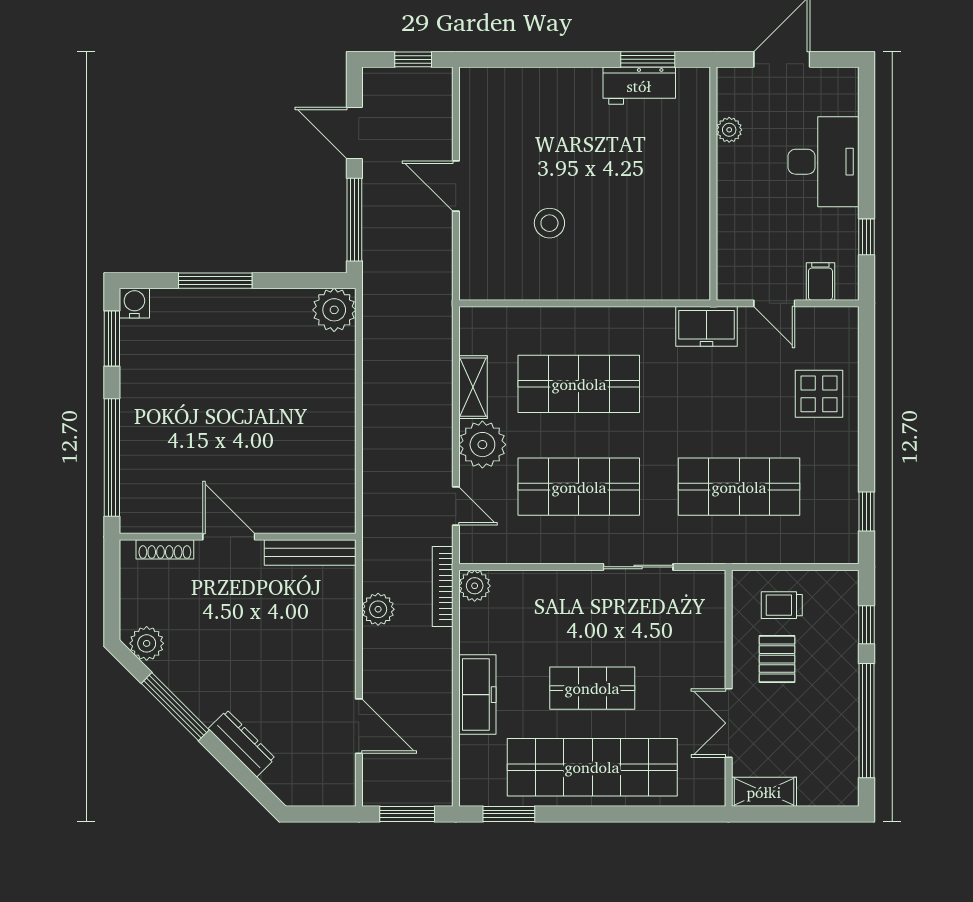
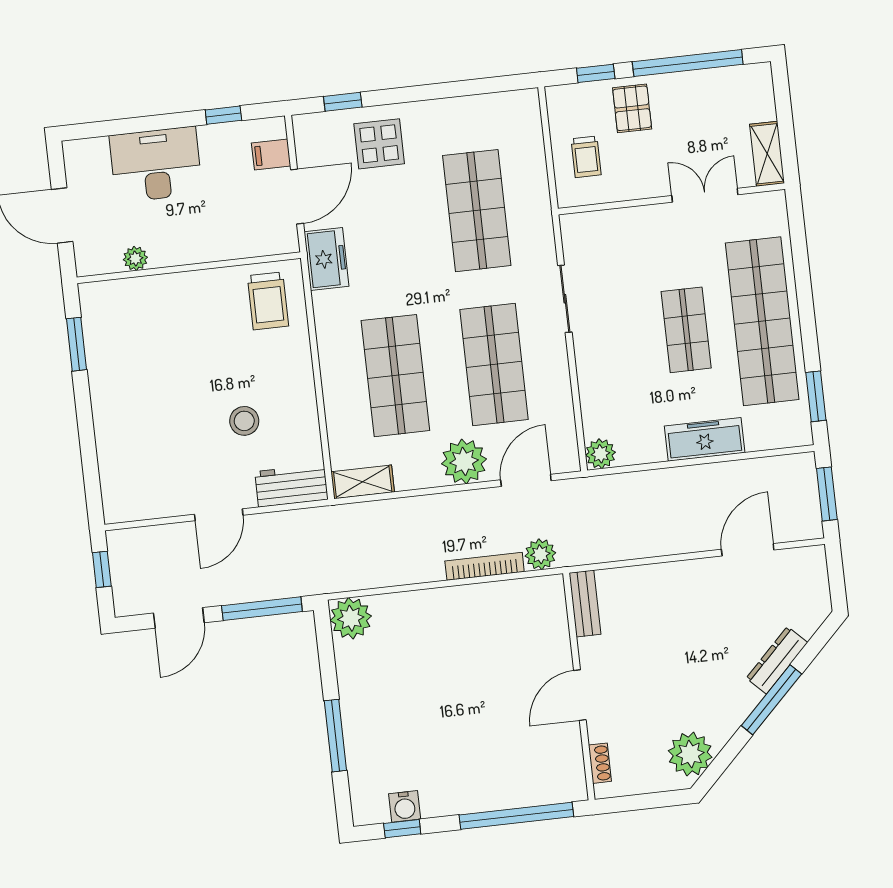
workbench: (639, 86) -> (291, 486), moved, turned -90
trolley: (670, 261) -> (268, 301), added
water cooler: (134, 303) -> (405, 806), moved, turned -90
door: (774, 303) -> (297, 197), width x1.38
window: (112, 339) -> (402, 829), width x0.67
shelving: (473, 387) -> (363, 482), moved
door: (456, 506) -> (526, 480), width x1.38
window: (866, 511) -> (343, 102), moved
shoe rack: (165, 549) -> (600, 763), width x0.70
bench: (310, 553) -> (585, 604), width x0.73
bookcase: (443, 586) -> (485, 566), moved, turned 180
plant: (378, 609) -> (540, 554), moved
plant: (147, 643) -> (690, 754), width x1.36, depth x1.36
pallet: (777, 659) -> (632, 108), moved, turned 90
window: (175, 707) -> (771, 700), moved
double door: (729, 723) -> (705, 195), swing flipped

